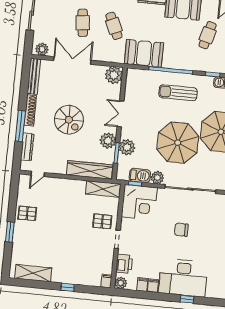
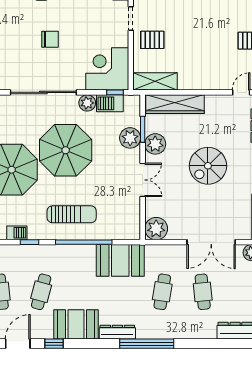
cafe table: (114, 26) -> (162, 292), turned 33
spiral stairs: (69, 120) -> (208, 166), turned -90

